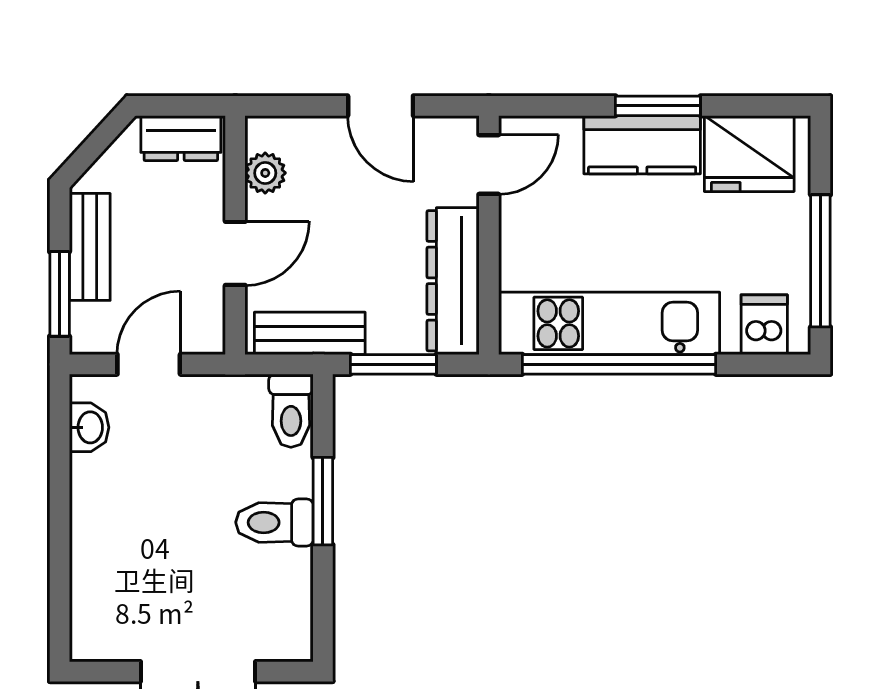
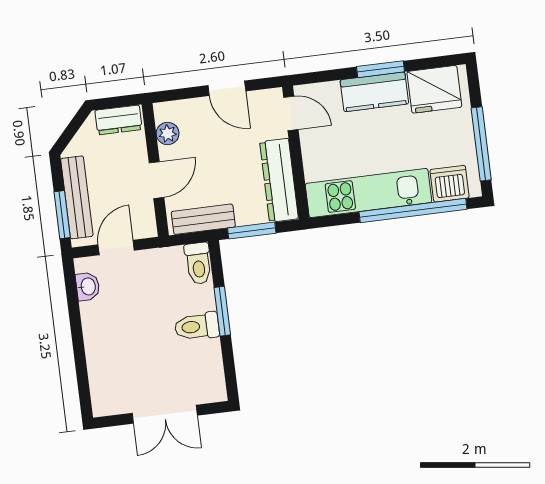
door: (489, 165) -> (291, 113), hinge flipped
bench: (90, 247) -> (77, 197), width x1.36
dishwasher: (764, 325) -> (450, 184), width x1.38
window: (619, 364) -> (413, 211), moved

